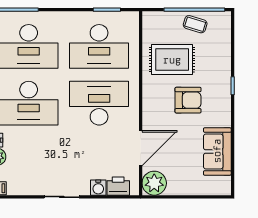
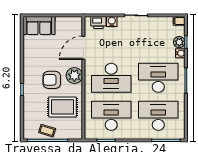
sofa: (217, 151) -> (39, 26), moved, turned 90
plant: (154, 183) -> (74, 75), moved

